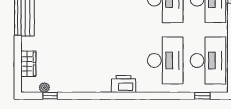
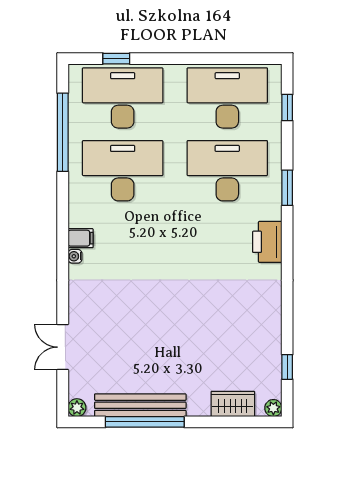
plant: (44, 88) -> (273, 408), moved
window: (155, 96) -> (287, 188), added

